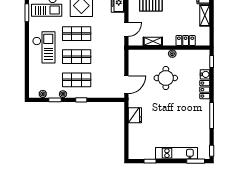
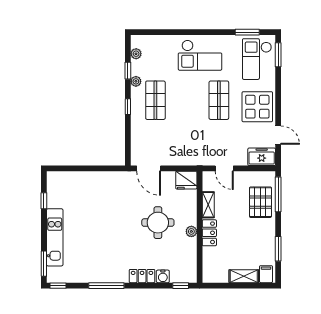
locker: (186, 41) -> (209, 233), moved
shop shelf: (77, 57) -> (187, 100), removed
fridge: (135, 115) -> (186, 180), moved

